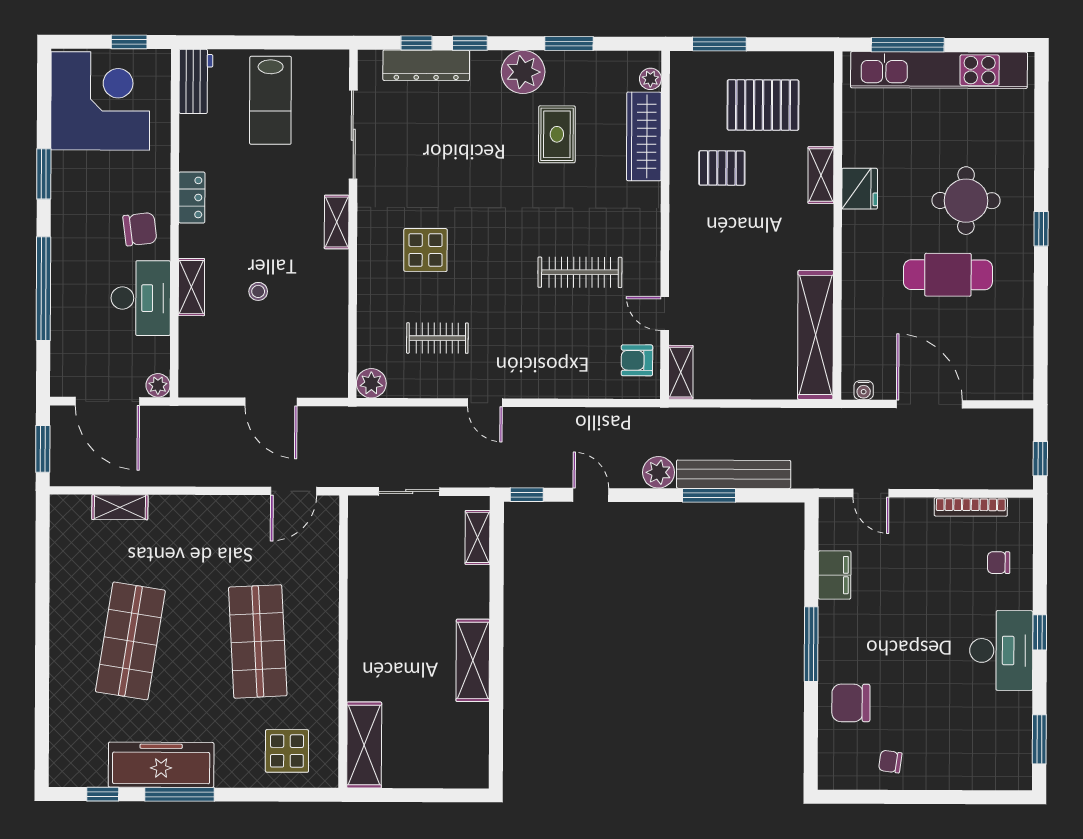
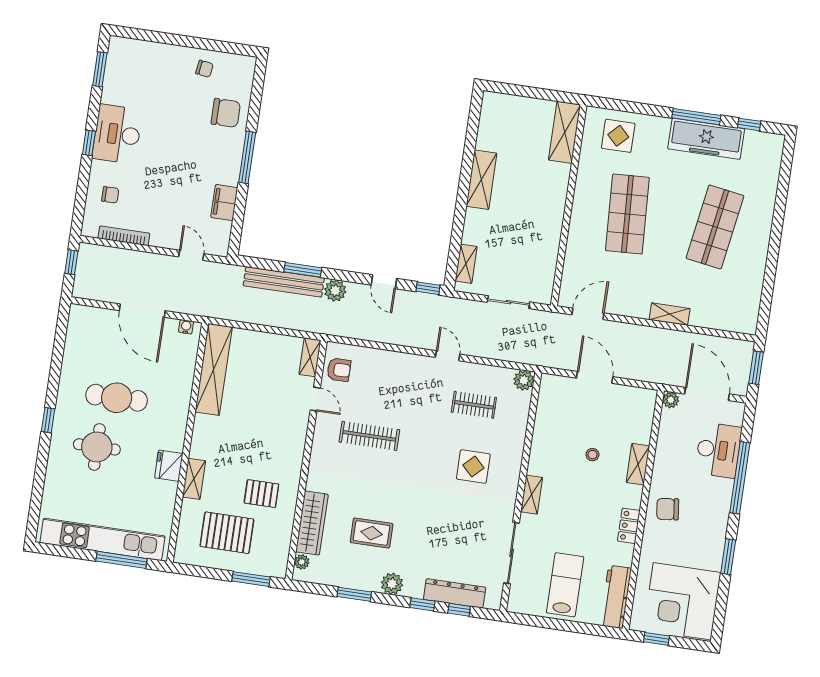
plant: (523, 72) -> (392, 584), width x0.73, depth x0.73
workbench: (196, 81) -> (616, 597), width x1.38
rug: (557, 134) -> (372, 533), turned 90
desk: (141, 298) -> (718, 450), moved, turned 180
shelving: (120, 507) -> (670, 314), moved

